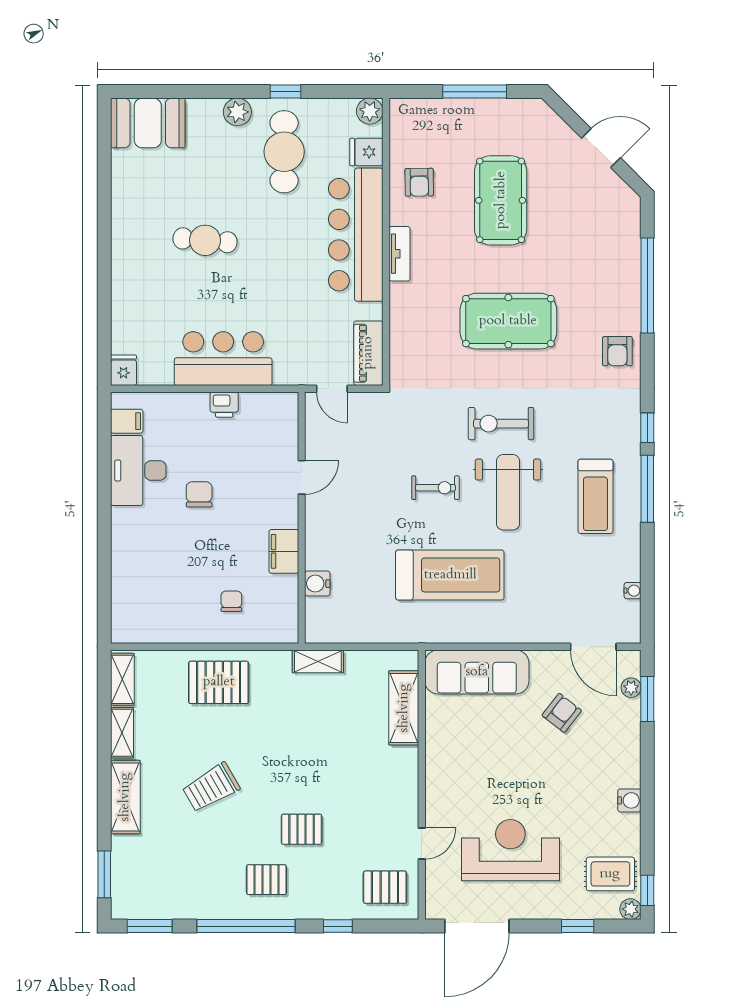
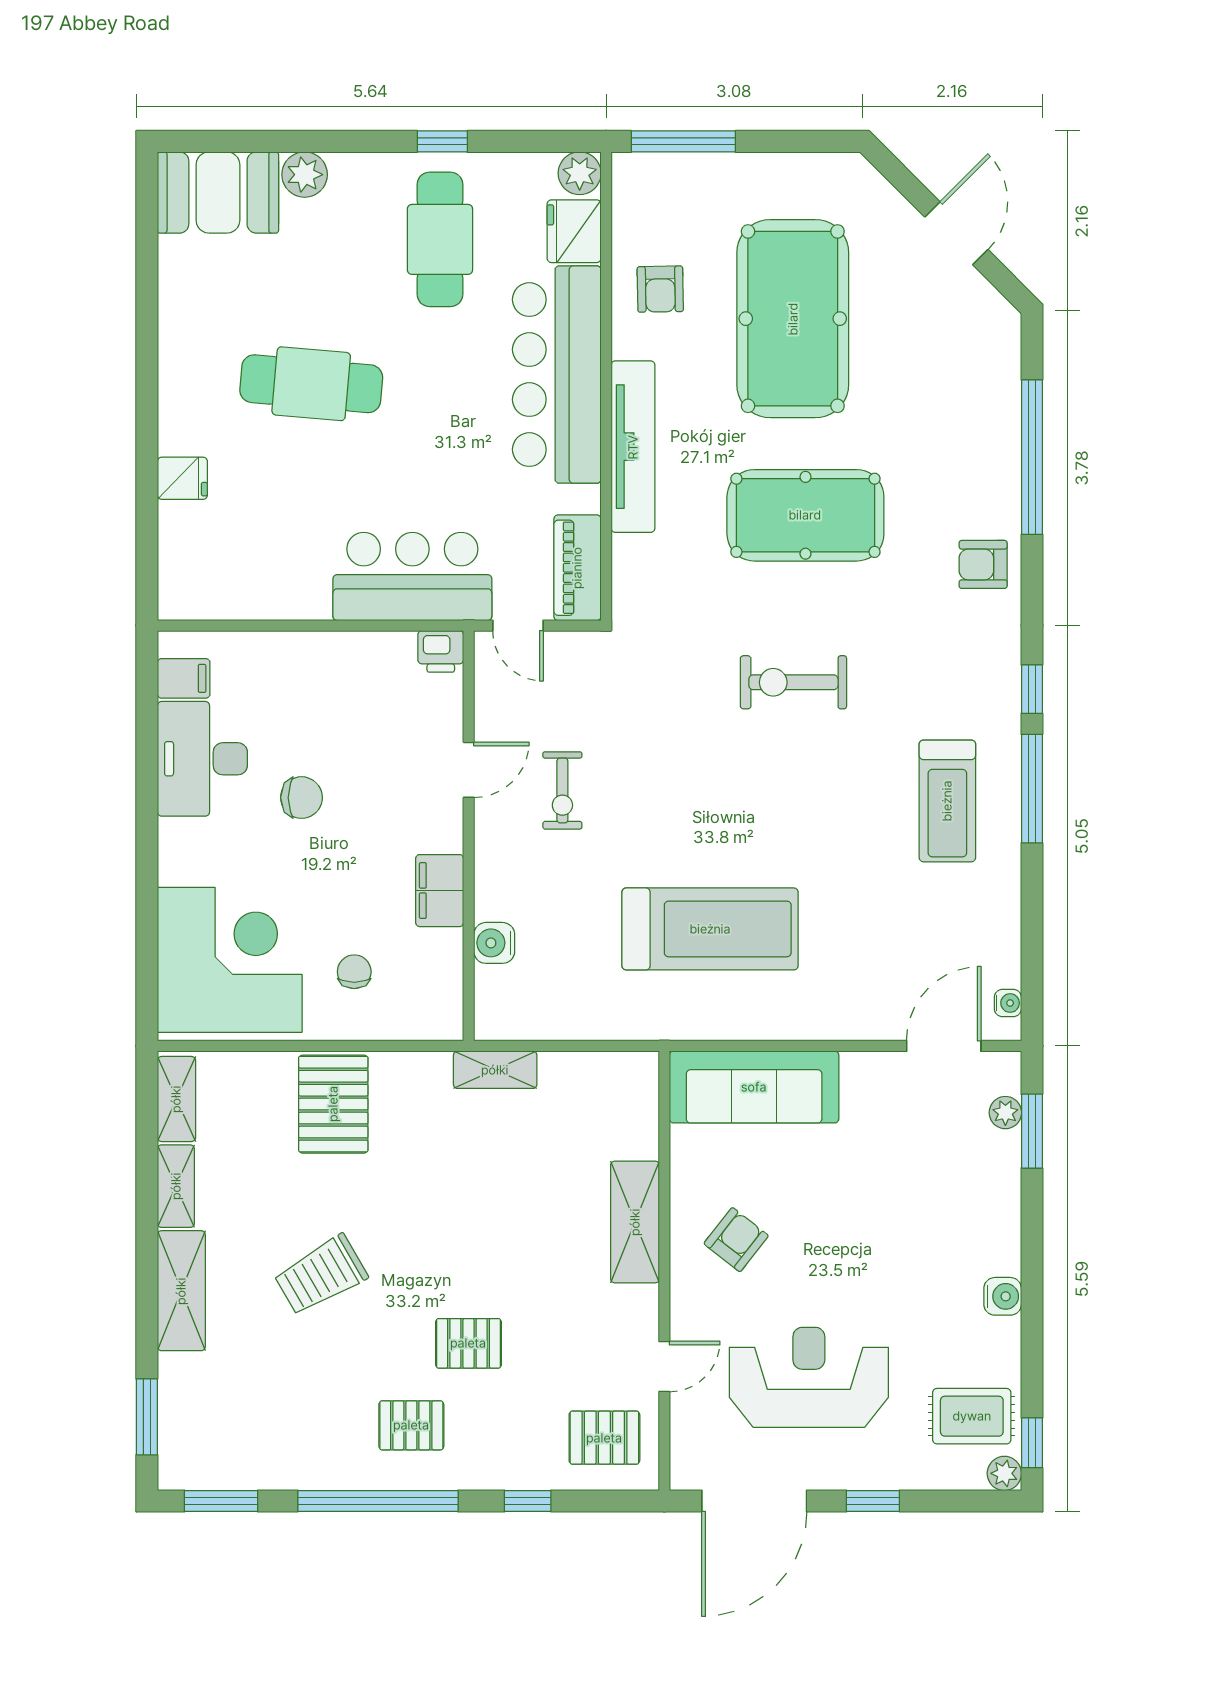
window: (475, 92) -> (683, 141), moved
plant: (237, 112) -> (305, 175), moved
door: (601, 148) -> (956, 233), hinge flipped
fridge: (366, 152) -> (574, 231), width x1.38
pool table: (501, 200) -> (793, 319), width x1.36, depth x1.32
cafe table: (205, 240) -> (311, 384), width x1.37, depth x1.35
tv unit: (400, 254) -> (633, 447), width x1.92, depth x1.29
armchair: (617, 351) -> (983, 564), turned 90
bar counter: (223, 359) -> (412, 576), moved
fridge: (123, 370) -> (182, 478), moved, turned 90
printer: (224, 405) -> (441, 651), moved
exercise bike: (436, 488) -> (562, 790), moved, turned 90
weight bench: (508, 492) -> (805, 794), removed
chair: (199, 494) -> (302, 798), turned 90
water cooler: (633, 591) -> (1008, 1003), moved
corner desk: (155, 594) -> (230, 960), added
door: (593, 647) -> (944, 1046), swing flipped
pallet: (219, 682) -> (333, 1104), turned 90
shelving: (404, 708) -> (635, 1222), moved
armchair: (562, 713) -> (736, 1240), moved
window: (578, 926) -> (873, 1501), moved

